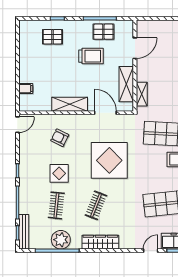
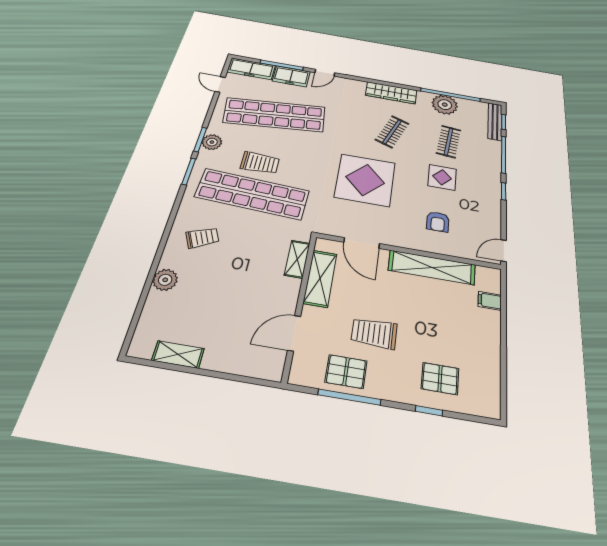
shelving: (70, 104) -> (432, 267), width x1.47
armchair: (60, 138) -> (438, 222), turned 64

